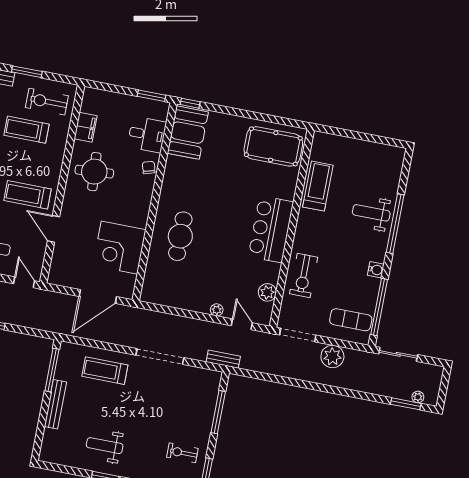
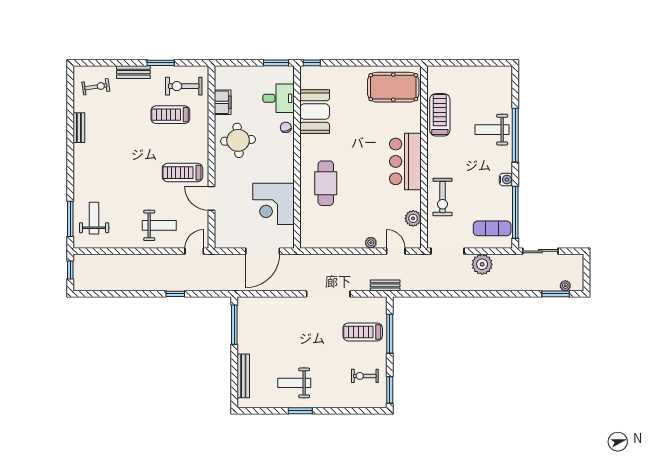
booth: (188, 133) -> (315, 112), moved
door: (24, 282) -> (194, 251), hinge flipped
treadmill: (105, 371) -> (363, 332), moved
bench: (55, 404) -> (243, 376), moved

